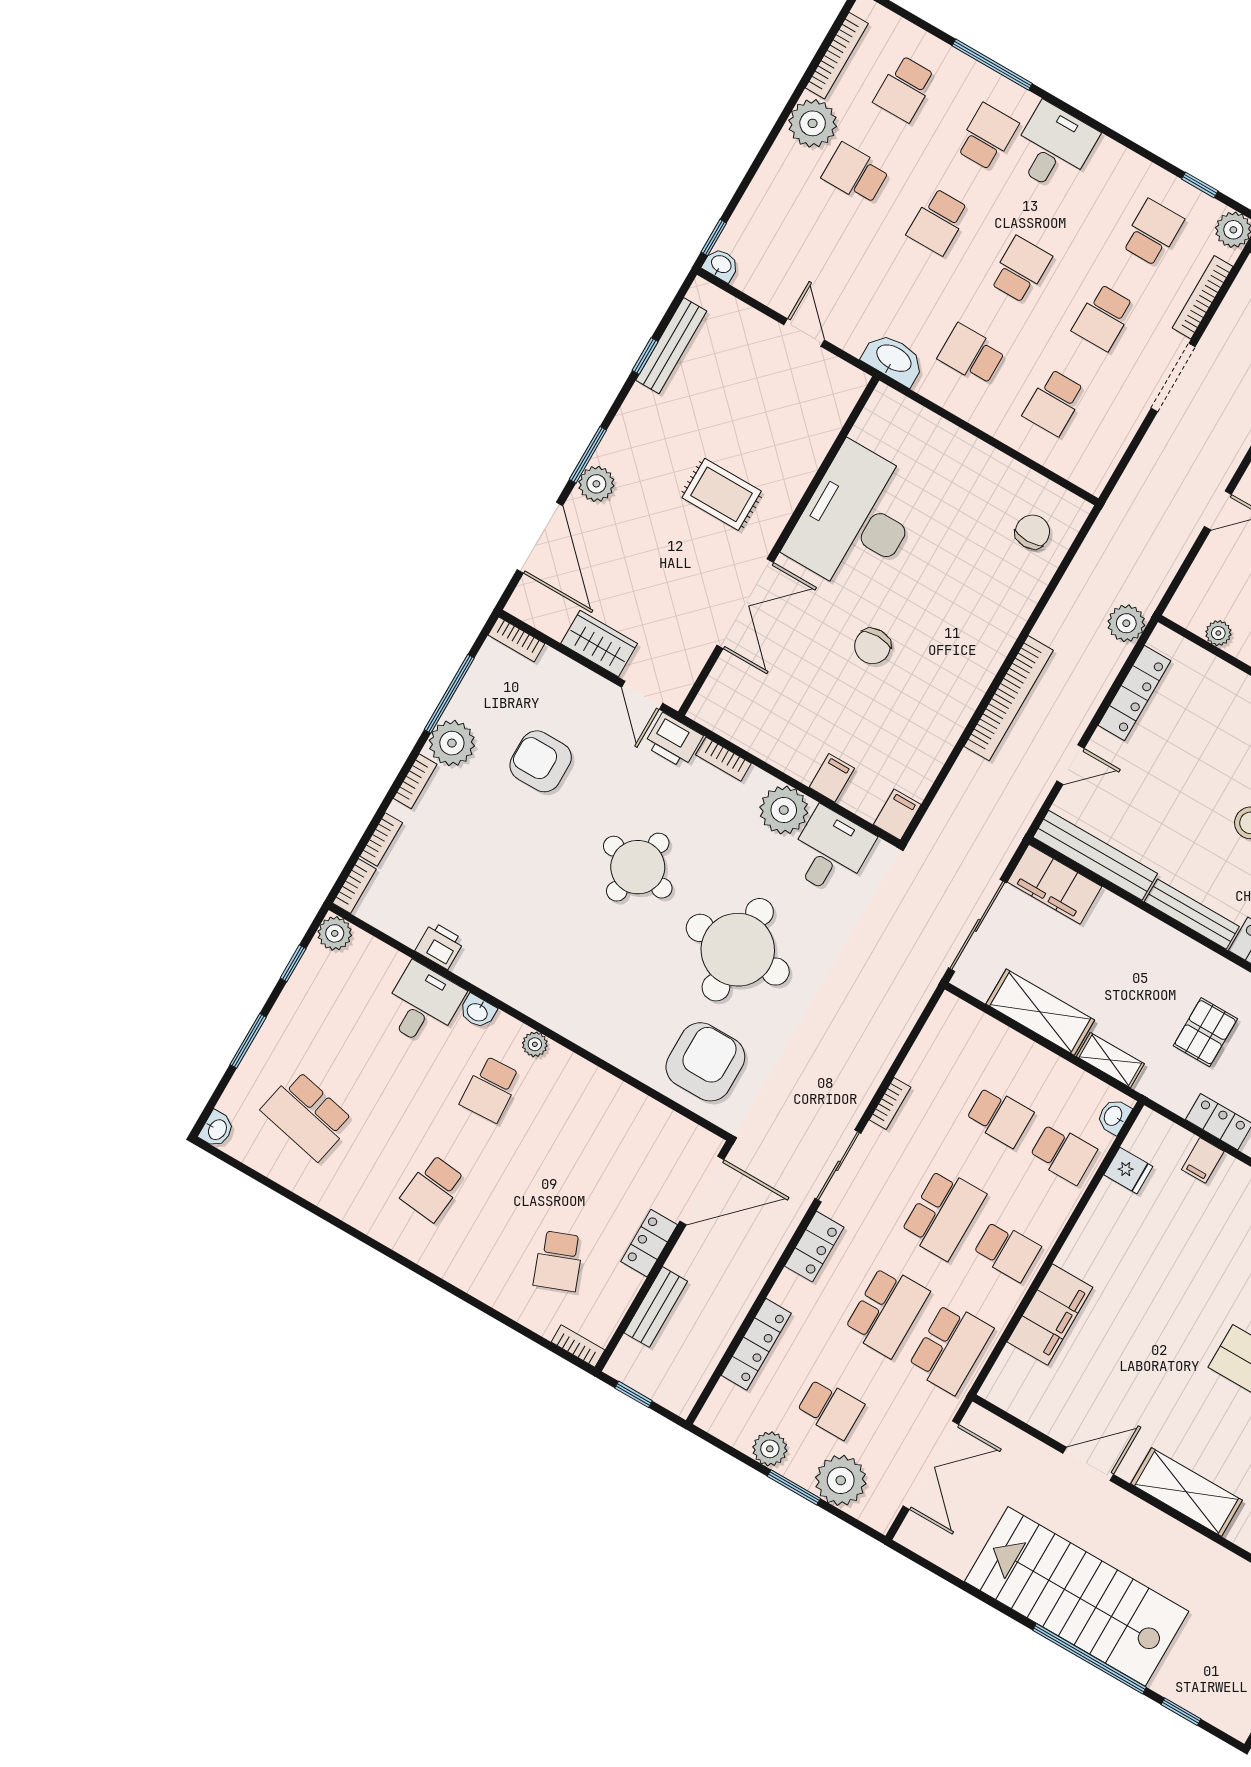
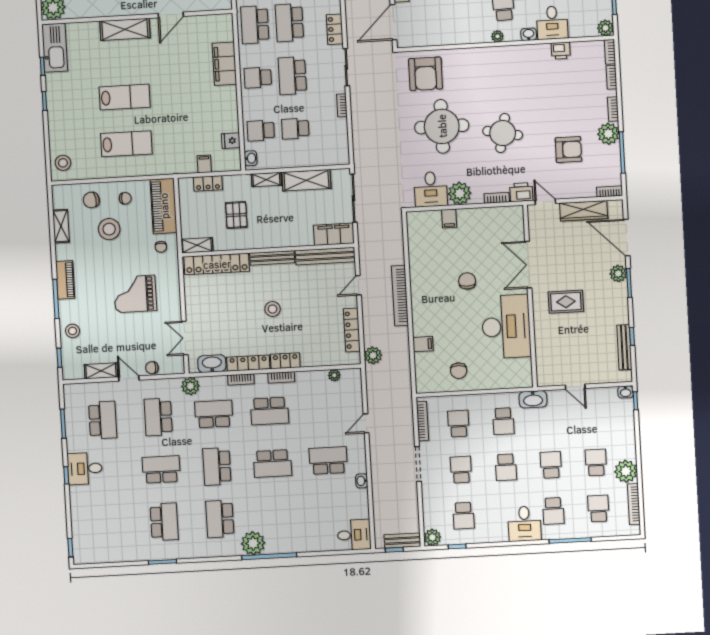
school desk: (855, 174) -> (596, 462), turned -90
bookcase: (1203, 297) -> (423, 421), moved
school desk: (971, 355) -> (503, 421), turned 90
chair: (1032, 532) -> (459, 371), moved
wardrobe: (599, 643) -> (584, 211), width x1.50
filing cabinet: (897, 815) -> (423, 344), moved, turned -90

